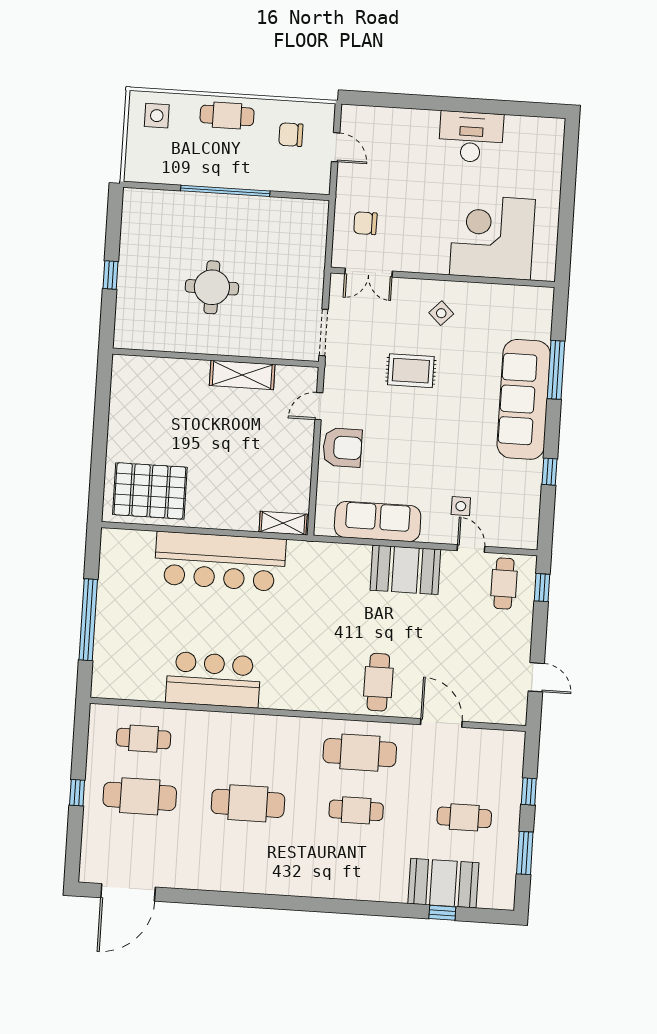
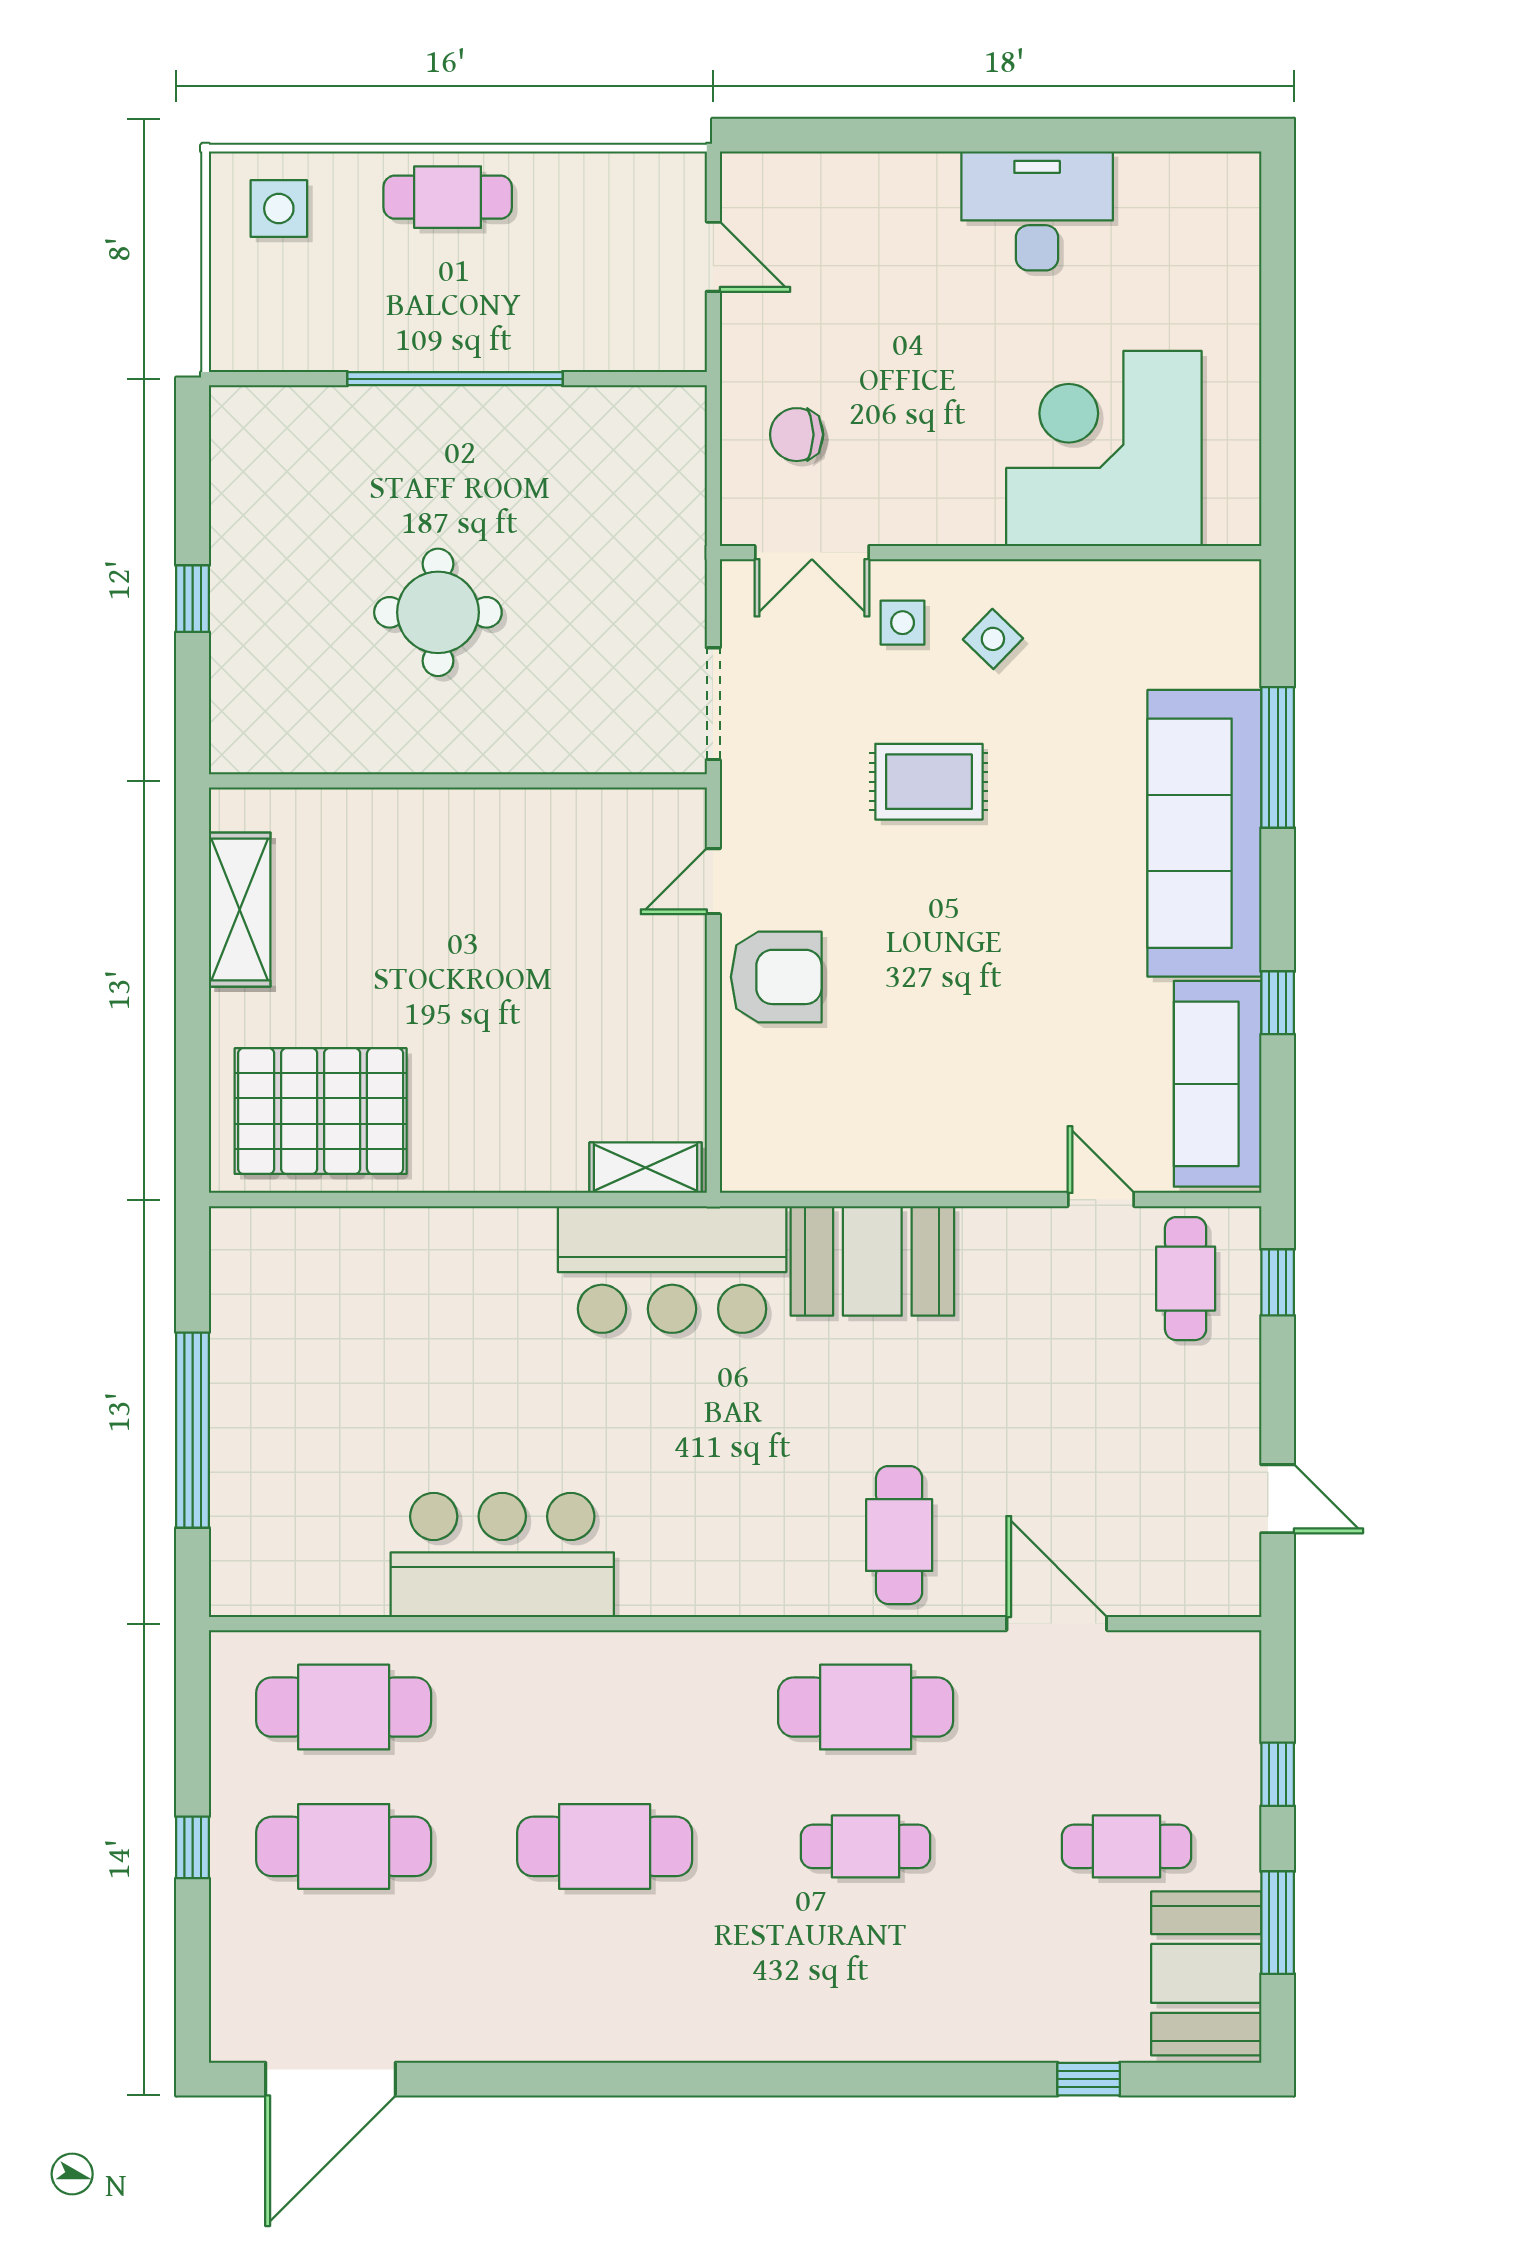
chair: (291, 135) -> (604, 233), removed
shelving: (242, 375) -> (240, 910), moved, turned 90
side table: (461, 506) -> (903, 623), moved
sofa: (378, 522) -> (1218, 1084), moved, turned -90
bar counter: (220, 561) -> (672, 1269), moved, width x0.73
booth: (405, 570) -> (872, 1261), moved
cafe table: (143, 739) -> (344, 1707), width x1.37, depth x1.35
booth: (443, 883) -> (1206, 1973), moved, turned 90

